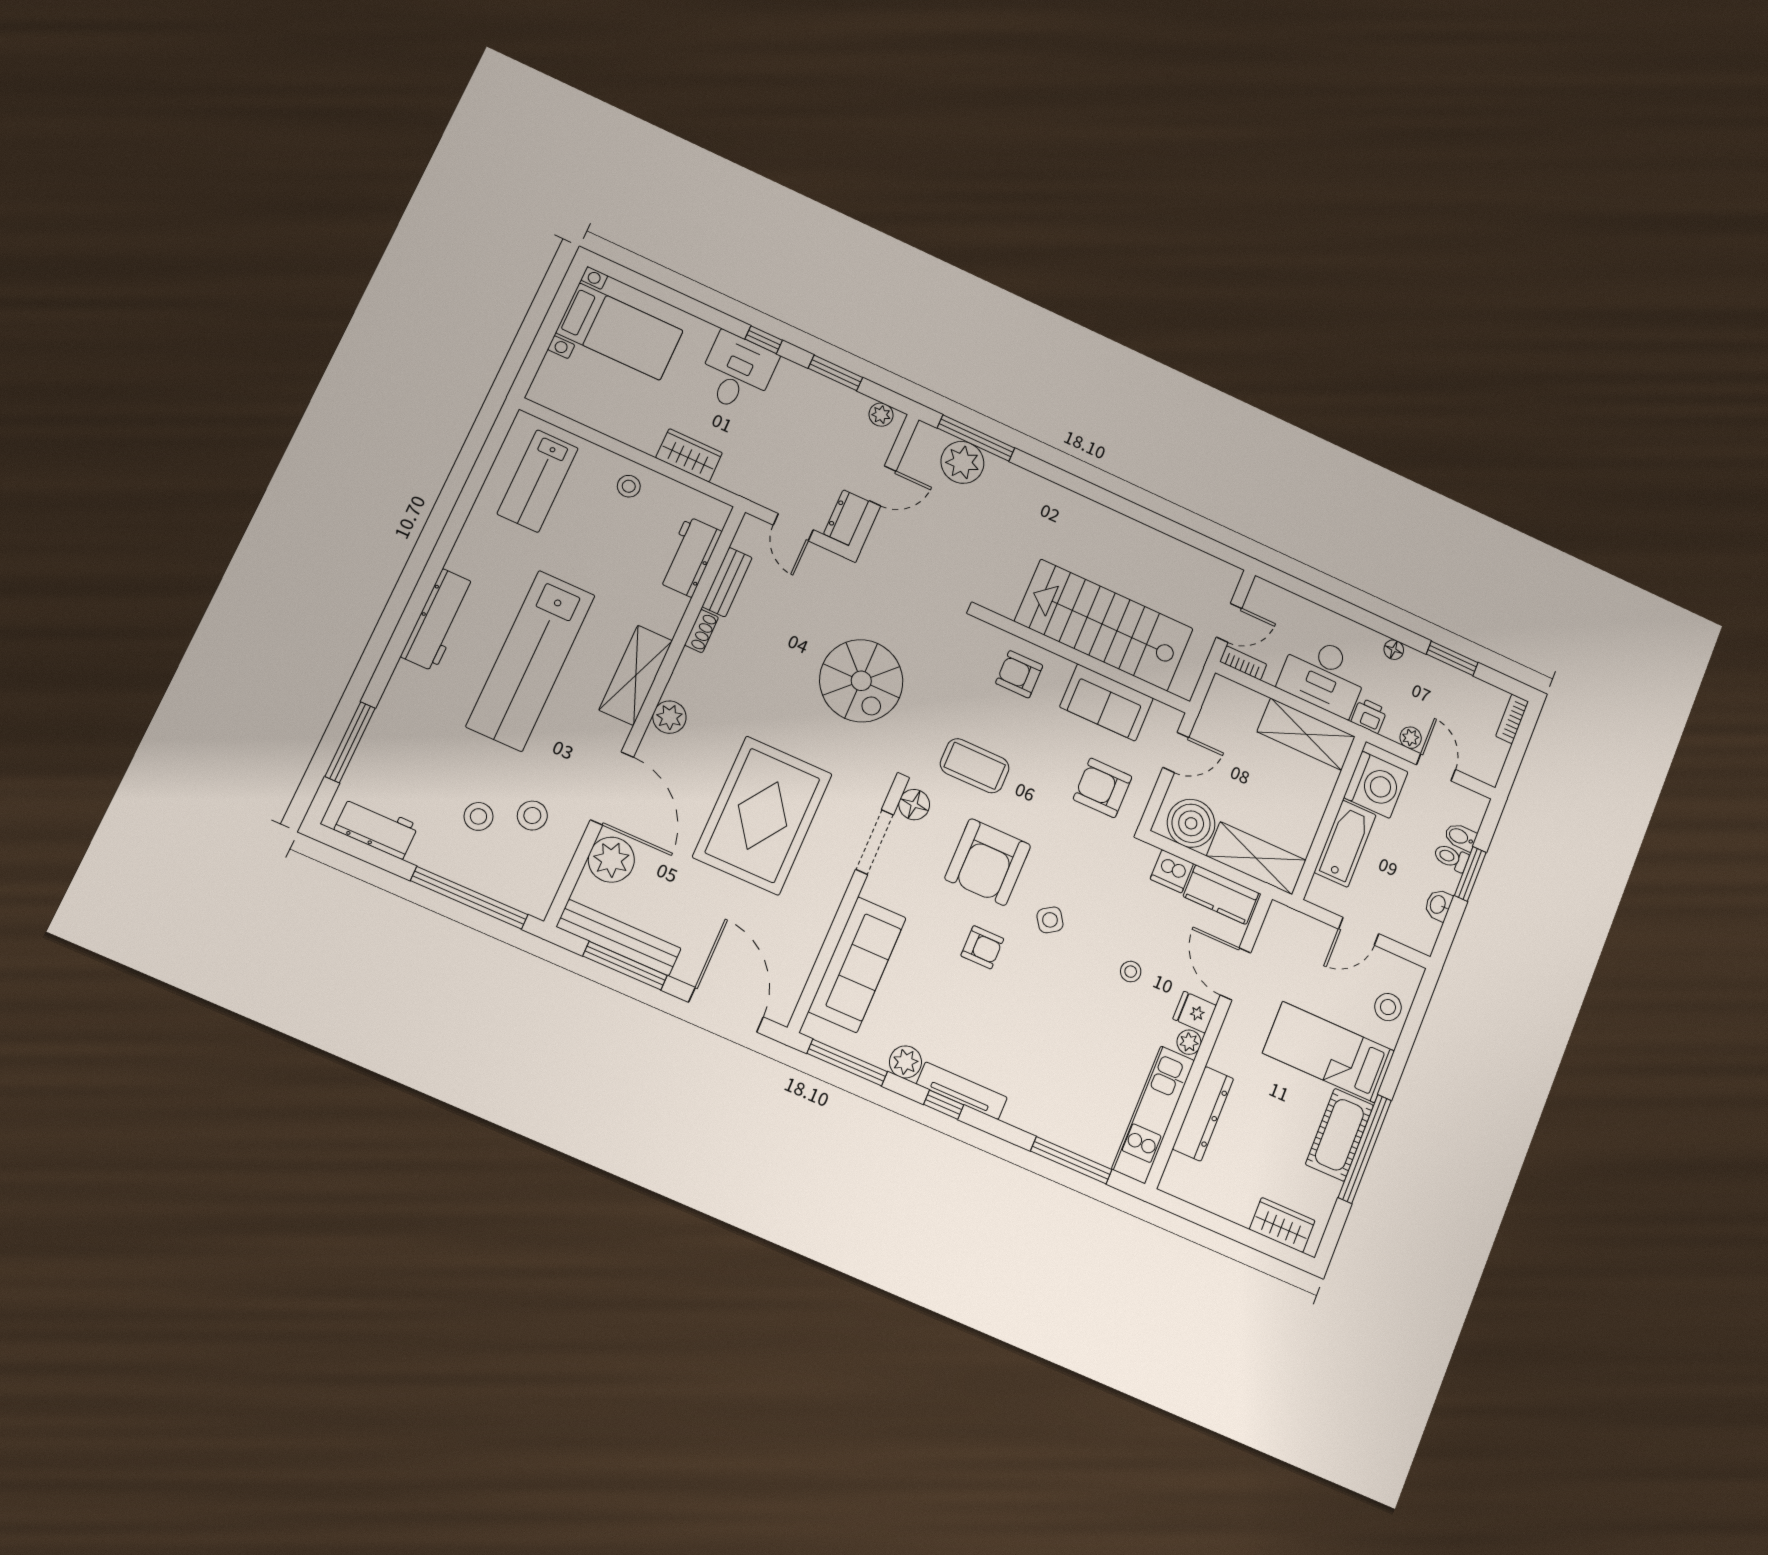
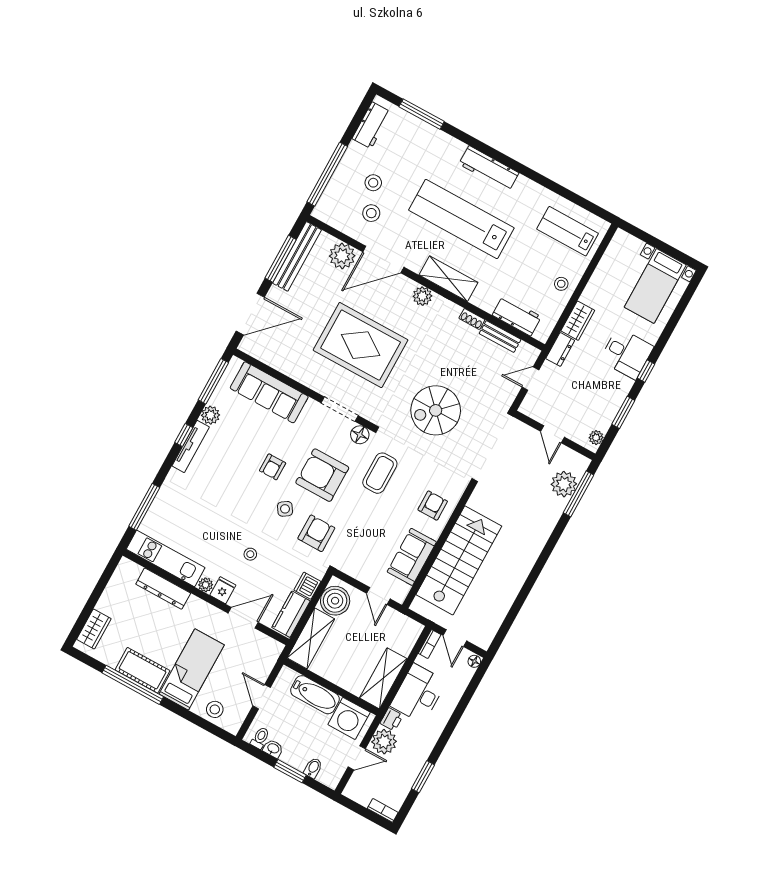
dresser: (846, 518) -> (560, 349), moved, turned 90
floor lamp: (1394, 650) -> (474, 661), moved
plant: (1411, 738) -> (384, 742), width x1.87, depth x1.87
armchair: (1103, 788) -> (316, 533), moved
toilet: (1451, 858) -> (260, 738), moved

